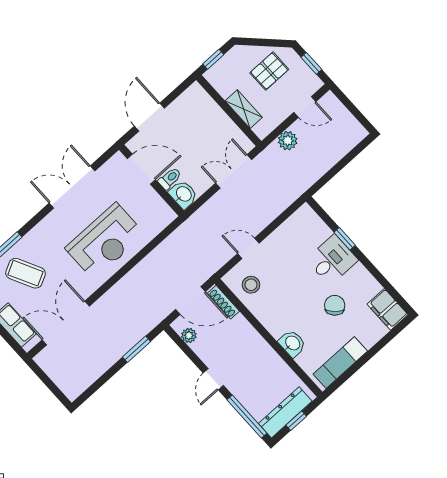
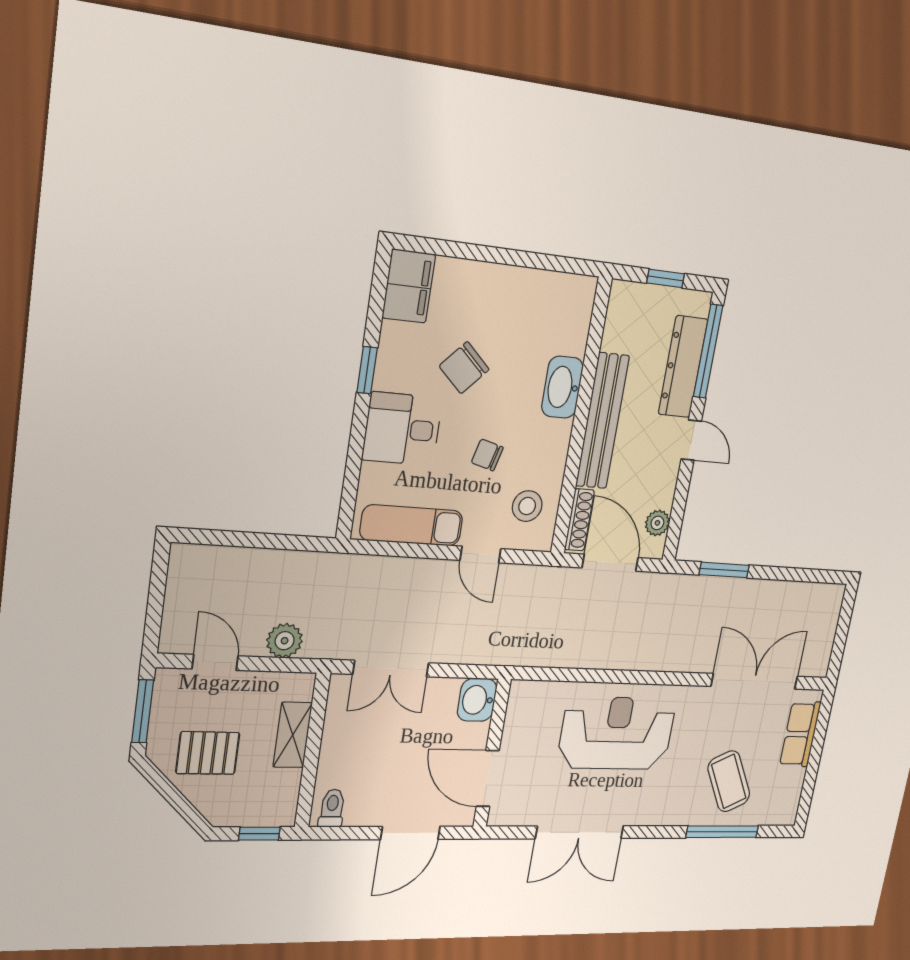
window: (311, 63) -> (143, 711), width x1.50
toilet: (170, 178) -> (332, 808), moved, turned 90
window: (345, 239) -> (367, 370), moved
chair: (289, 286) -> (487, 455), added
double door: (66, 323) -> (755, 681), swing flipped
washbasin: (292, 343) -> (562, 387), width x1.38
bench: (259, 346) -> (602, 421), added
exam couch: (340, 363) -> (411, 525), moved, turned 180
door: (213, 379) -> (691, 440), hinge flipped
dresser: (285, 412) -> (683, 367), moved, turned 90

